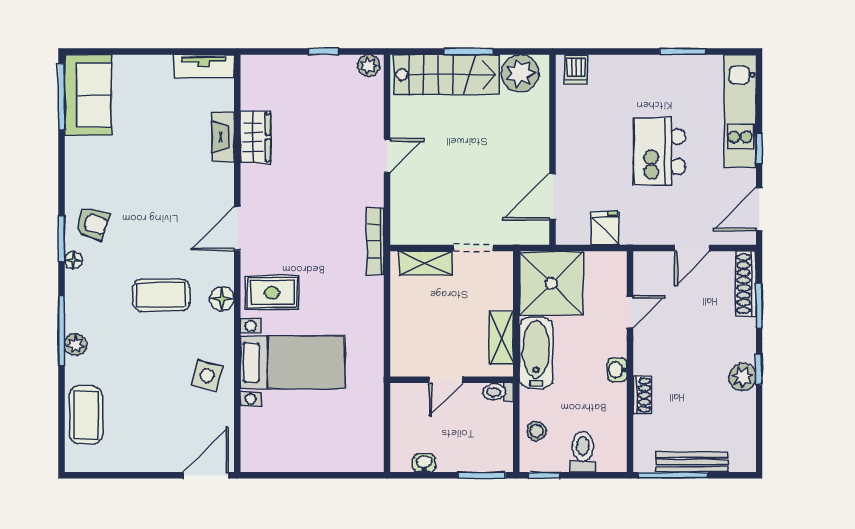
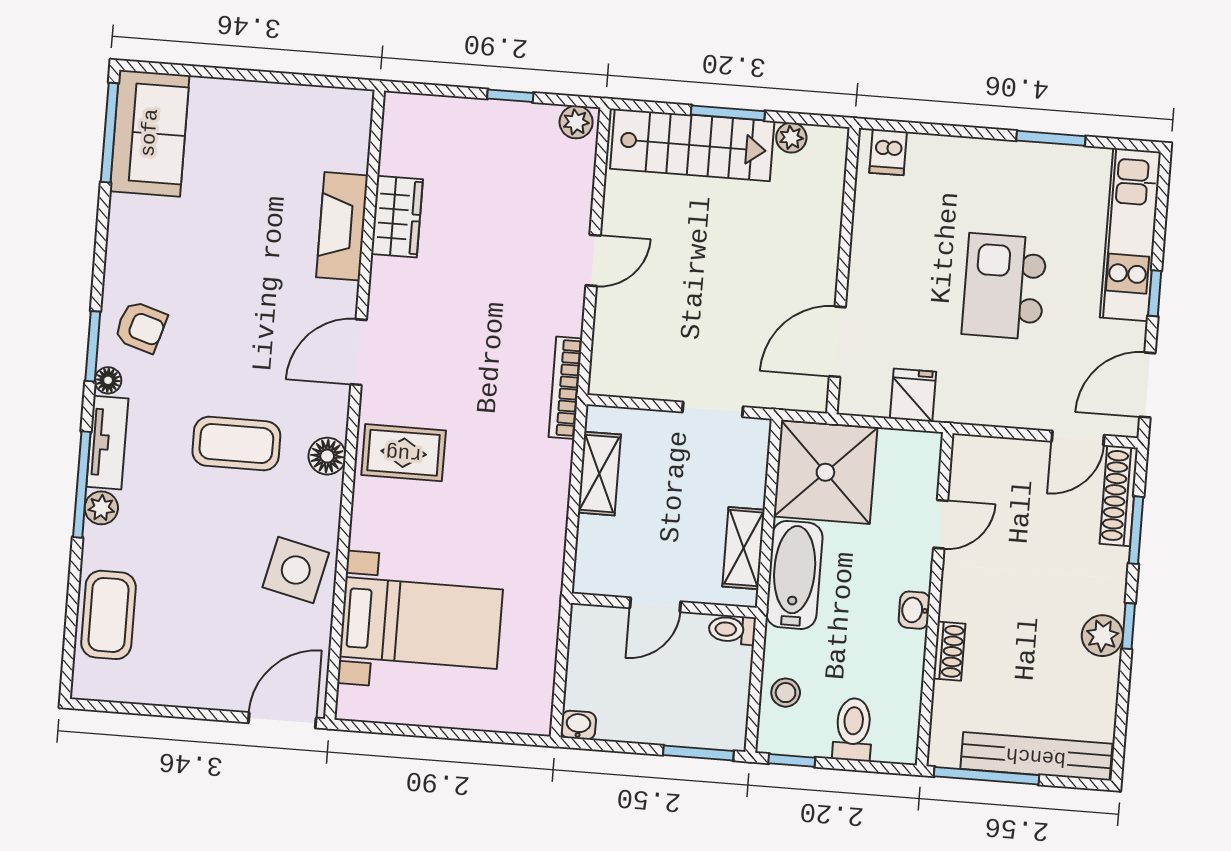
tv unit: (204, 66) -> (107, 443), moved, turned -90
plant: (520, 73) -> (791, 138), width x0.53, depth x0.53
fireplace: (223, 137) -> (342, 226), width x1.37, depth x1.32
door: (692, 248) -> (1078, 438), moved
shelving: (425, 263) -> (599, 474), moved, turned 90
bed with nightstands: (292, 362) -> (421, 623), moved
side table: (207, 375) -> (296, 570), width x1.37, depth x1.37
bench: (692, 462) -> (1036, 756), width x1.37, depth x1.21
washbasin: (424, 463) -> (578, 725), moved

